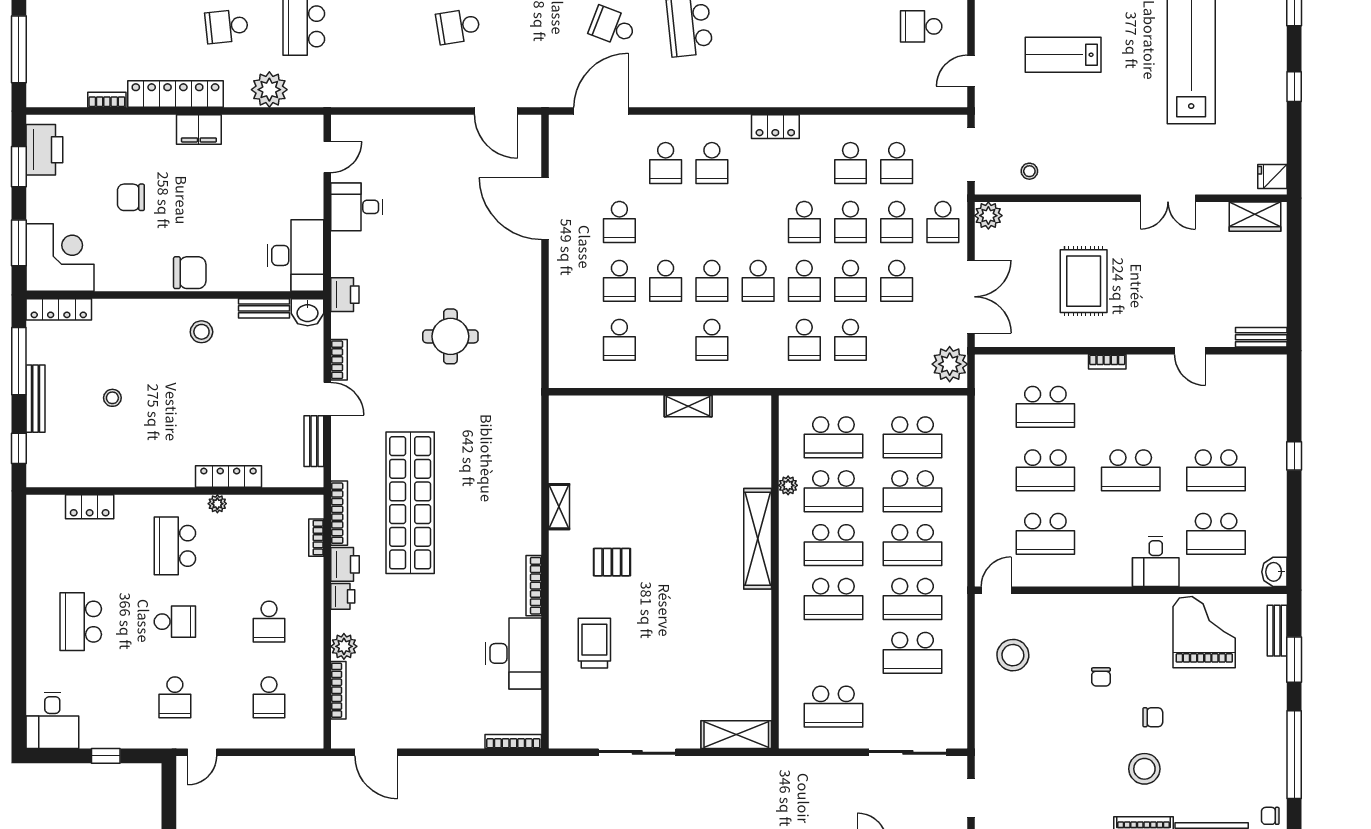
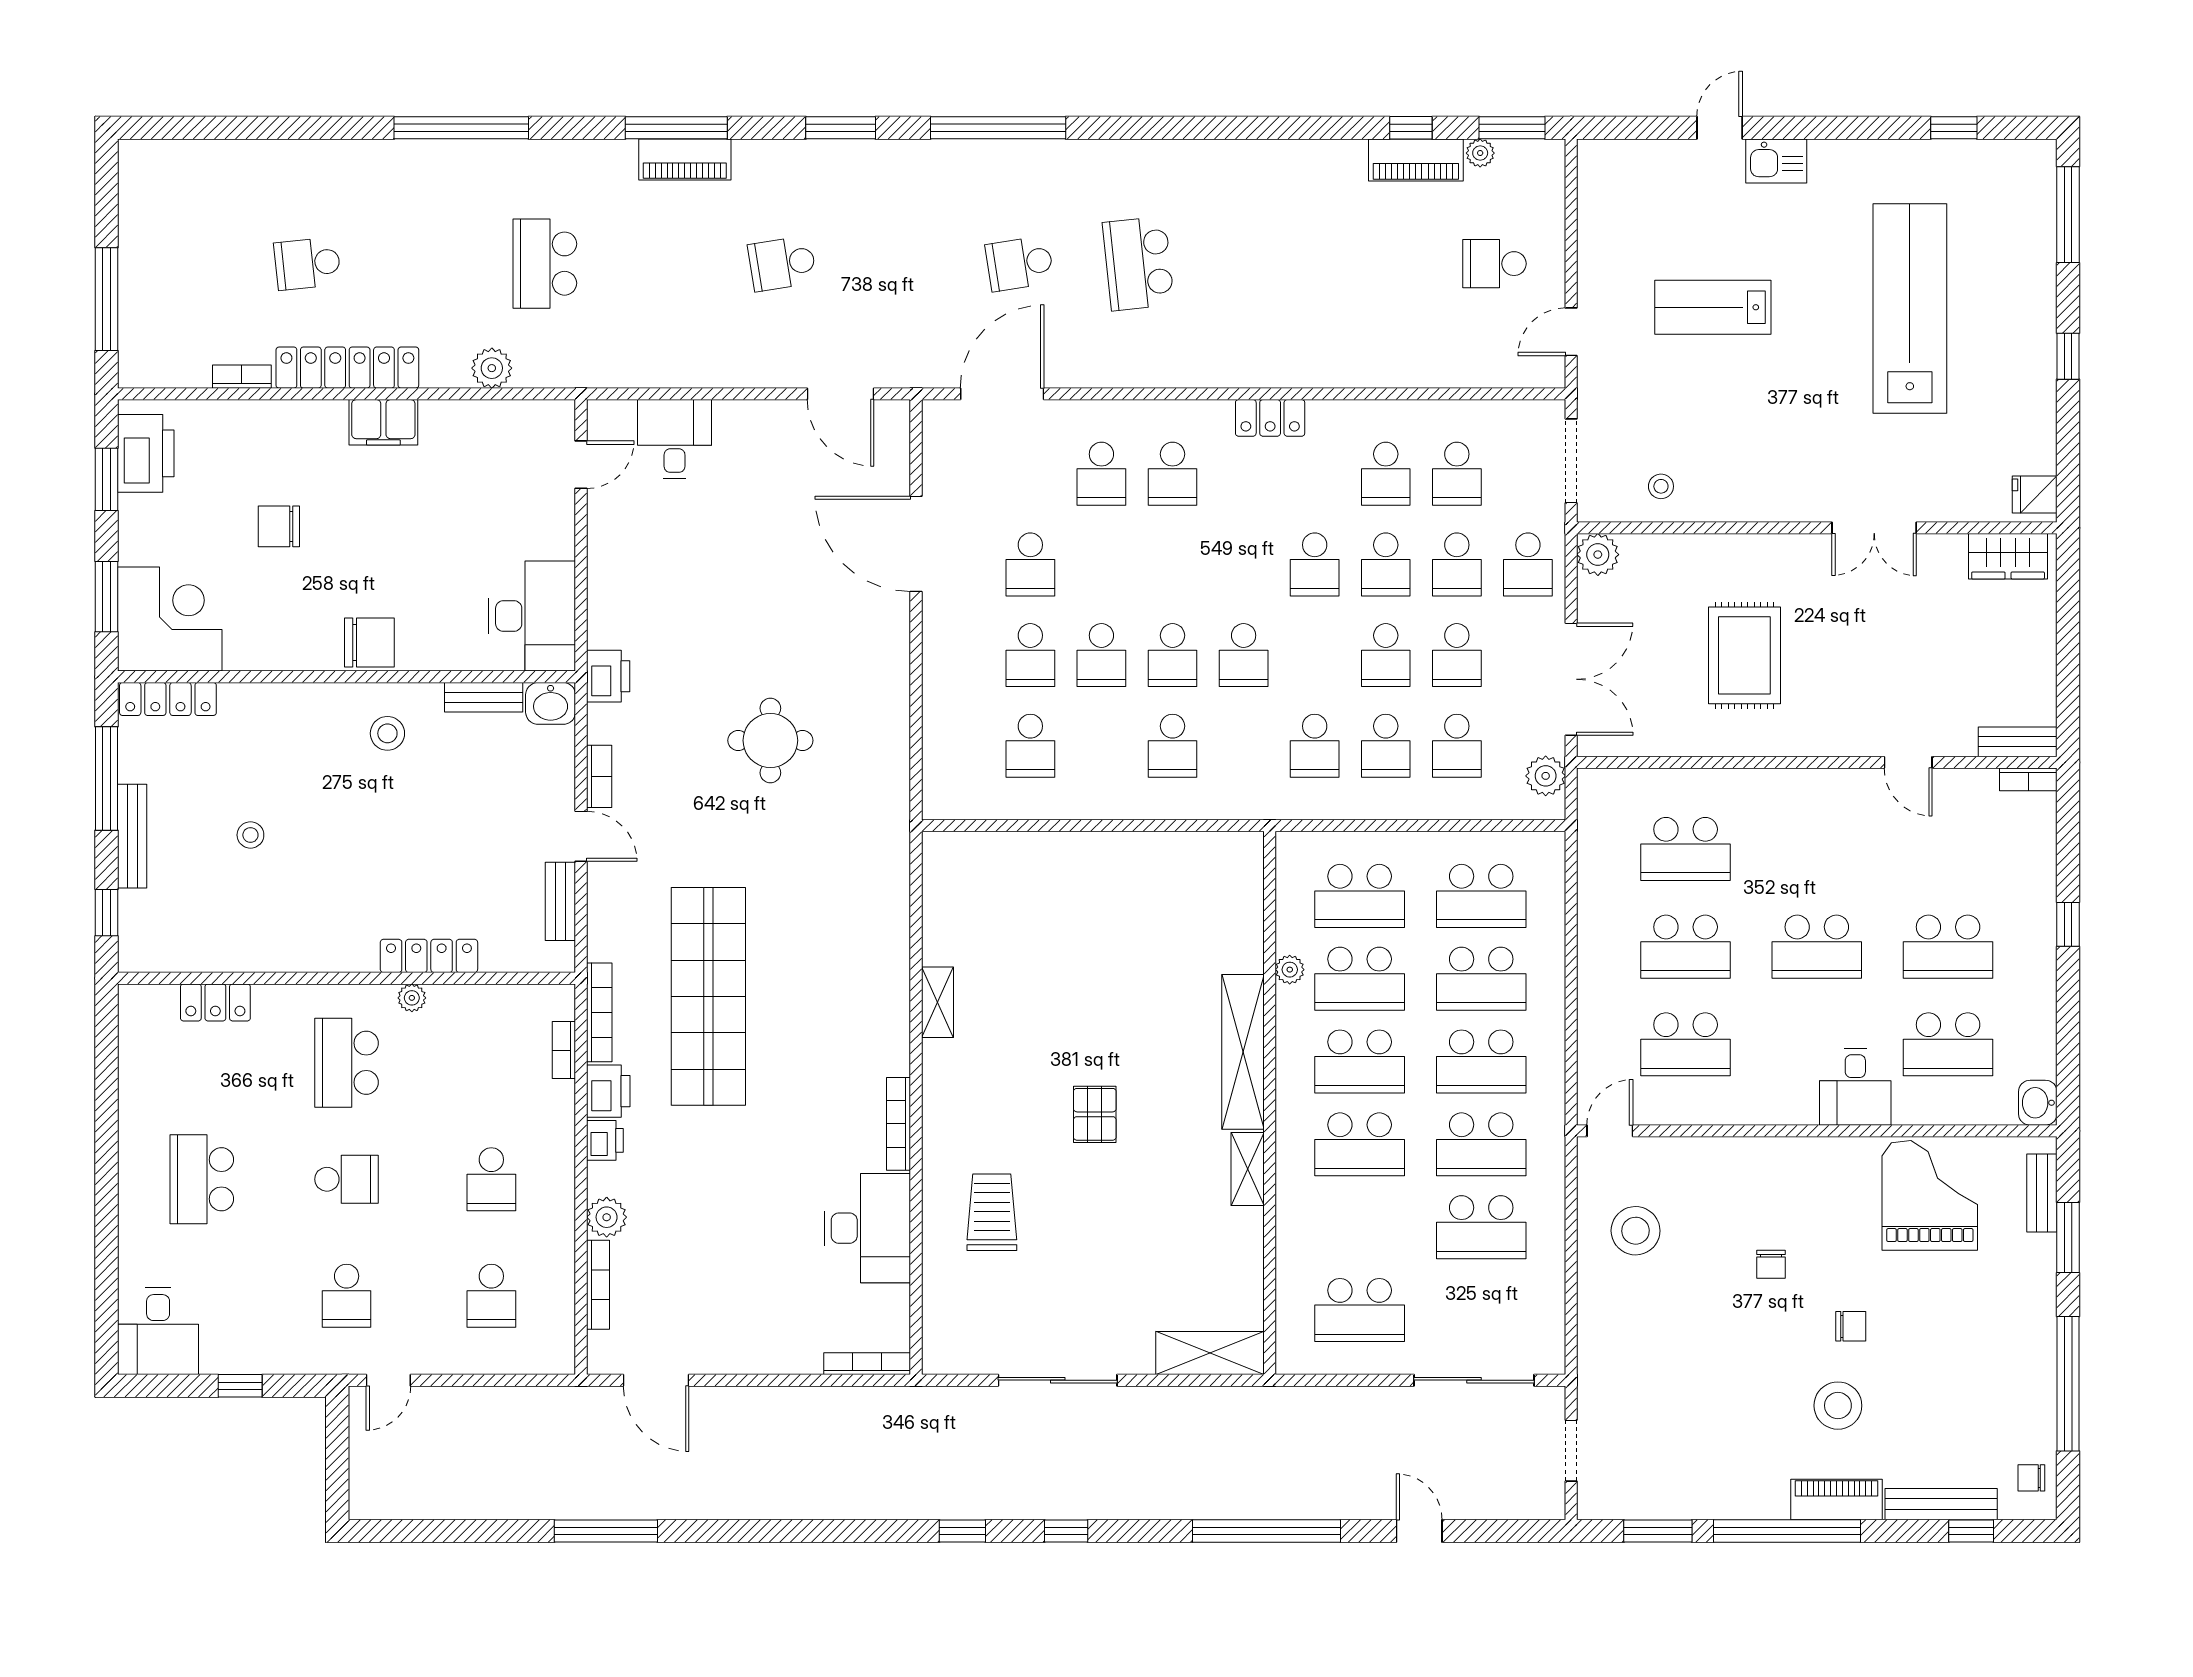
school desk: (227, 26) -> (307, 264), moved
school desk: (612, 26) -> (1020, 264), turned -30
plant: (269, 90) -> (492, 368), width x0.73, depth x0.73
desk: (357, 207) -> (675, 439), moved, turned 90
school desk: (804, 281) -> (1457, 746), moved
bookcase: (1107, 362) -> (2028, 779), moved
plant: (950, 364) -> (1546, 776), width x0.73, depth x0.73
shelving: (688, 406) -> (1248, 1169), moved, turned 90
pallet: (612, 562) -> (1095, 1114), moved, turned 90

